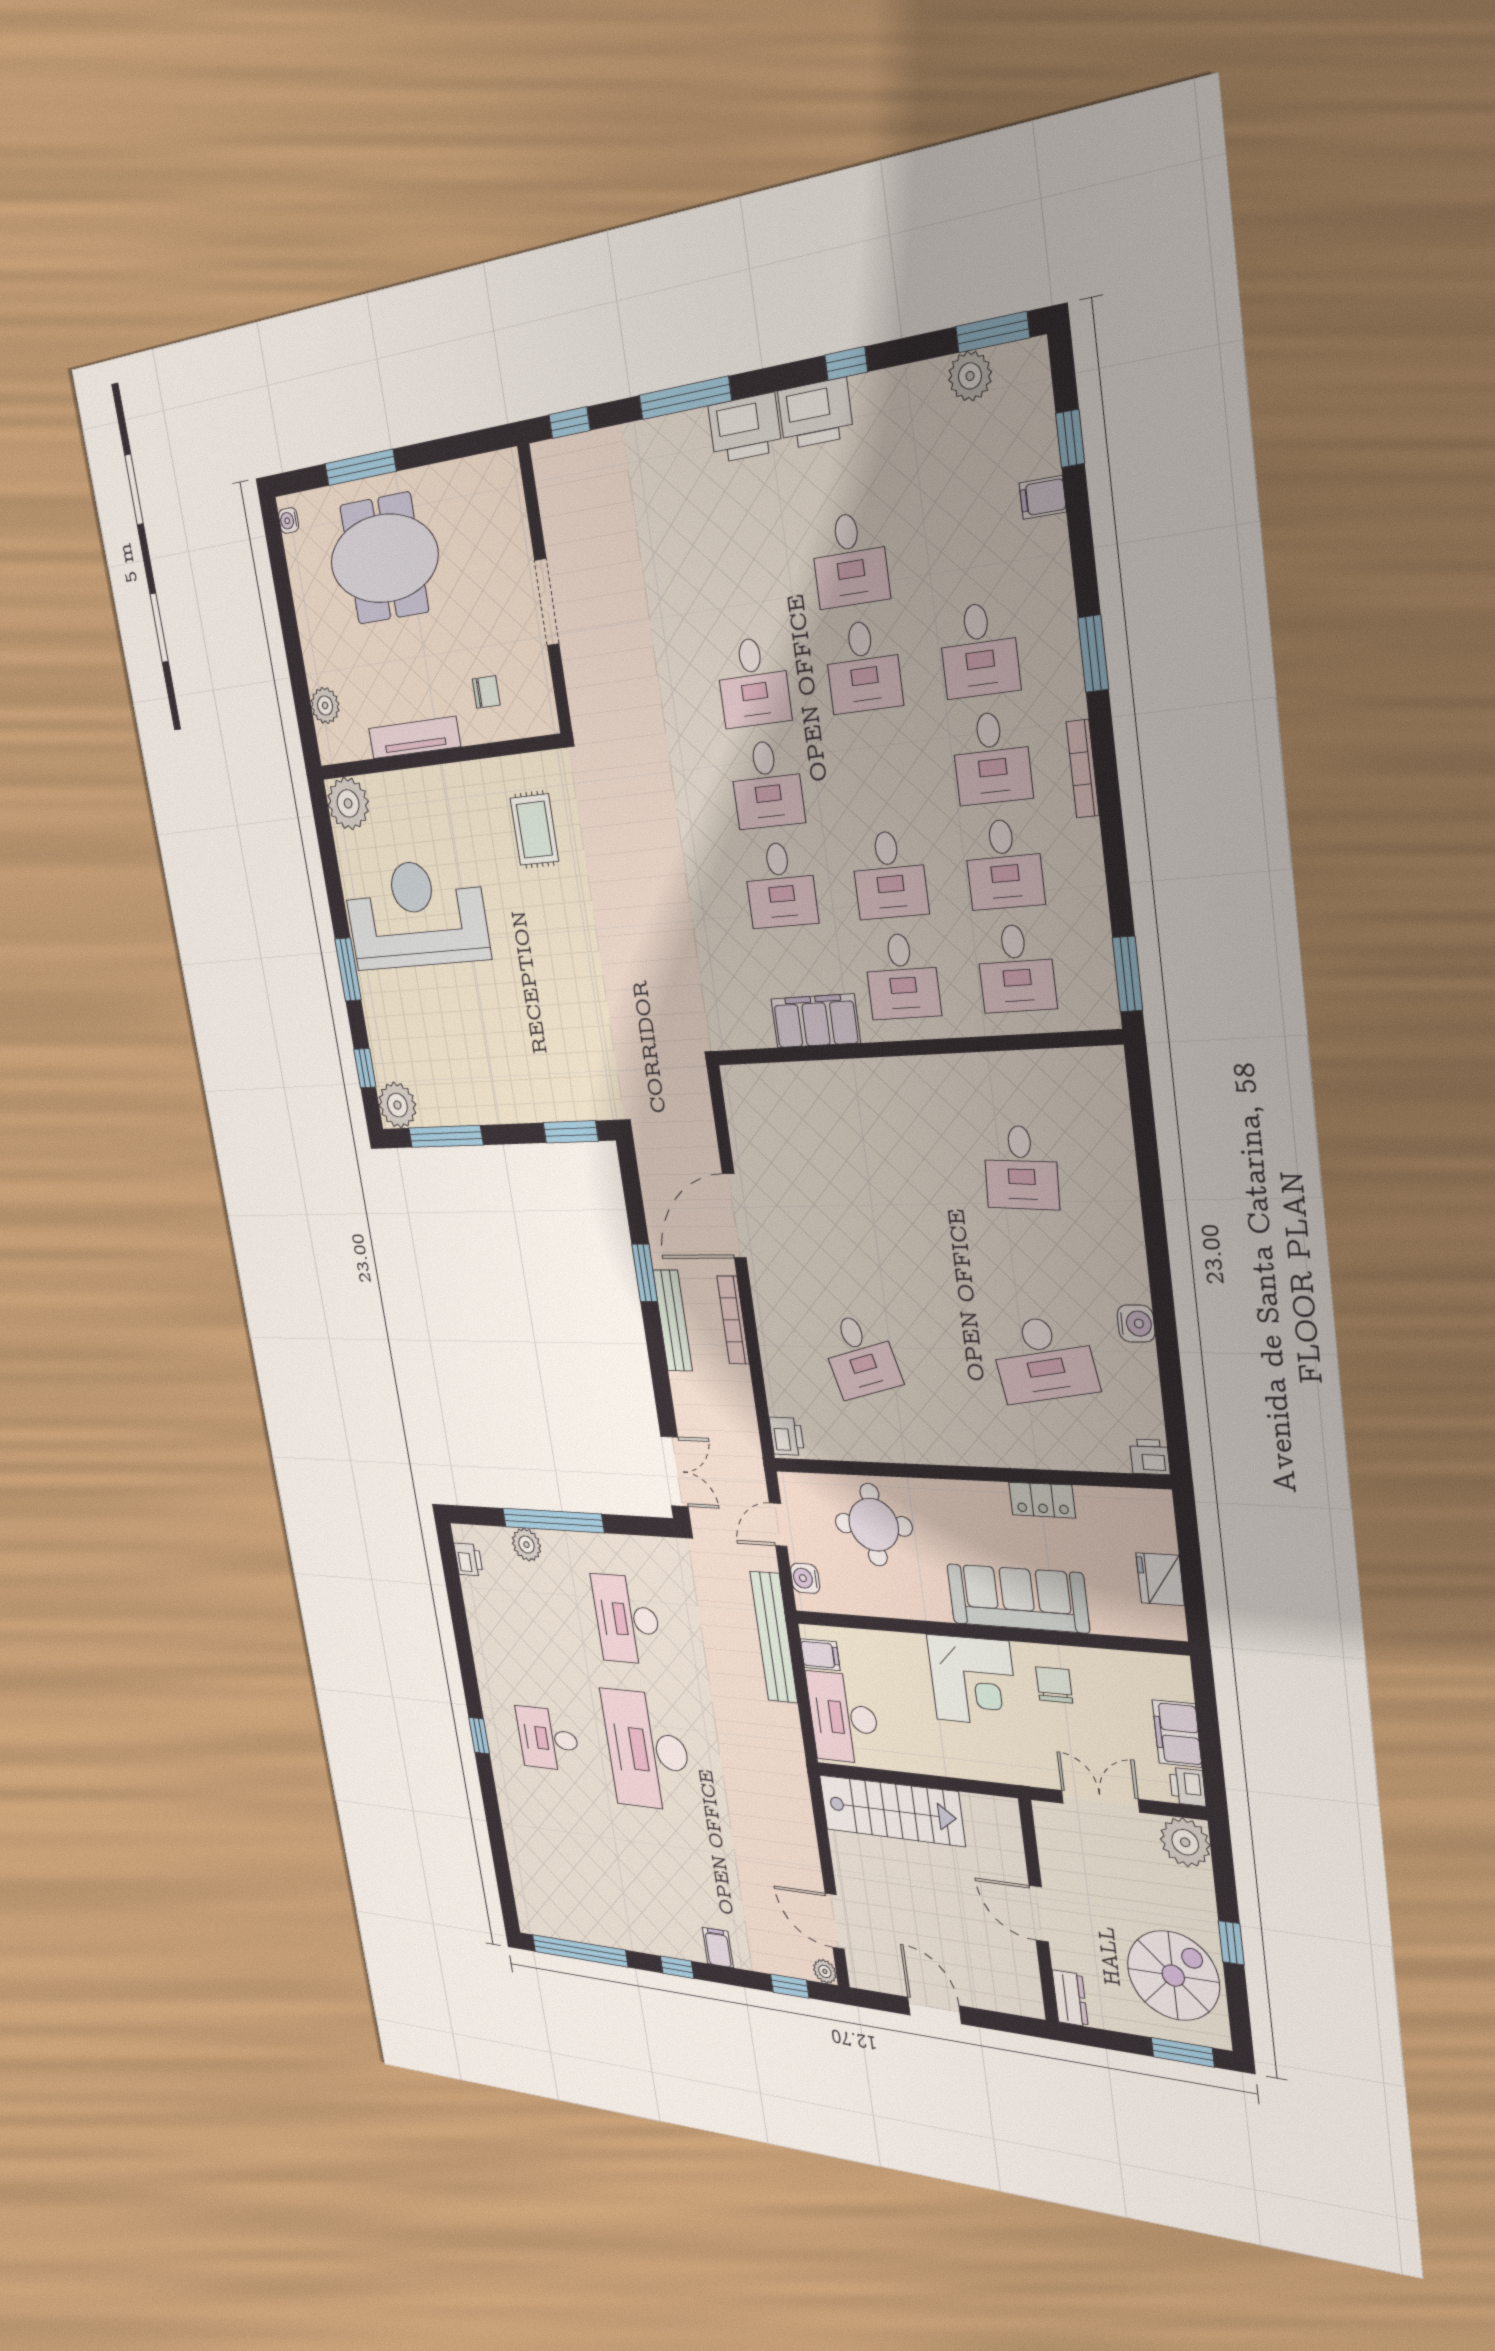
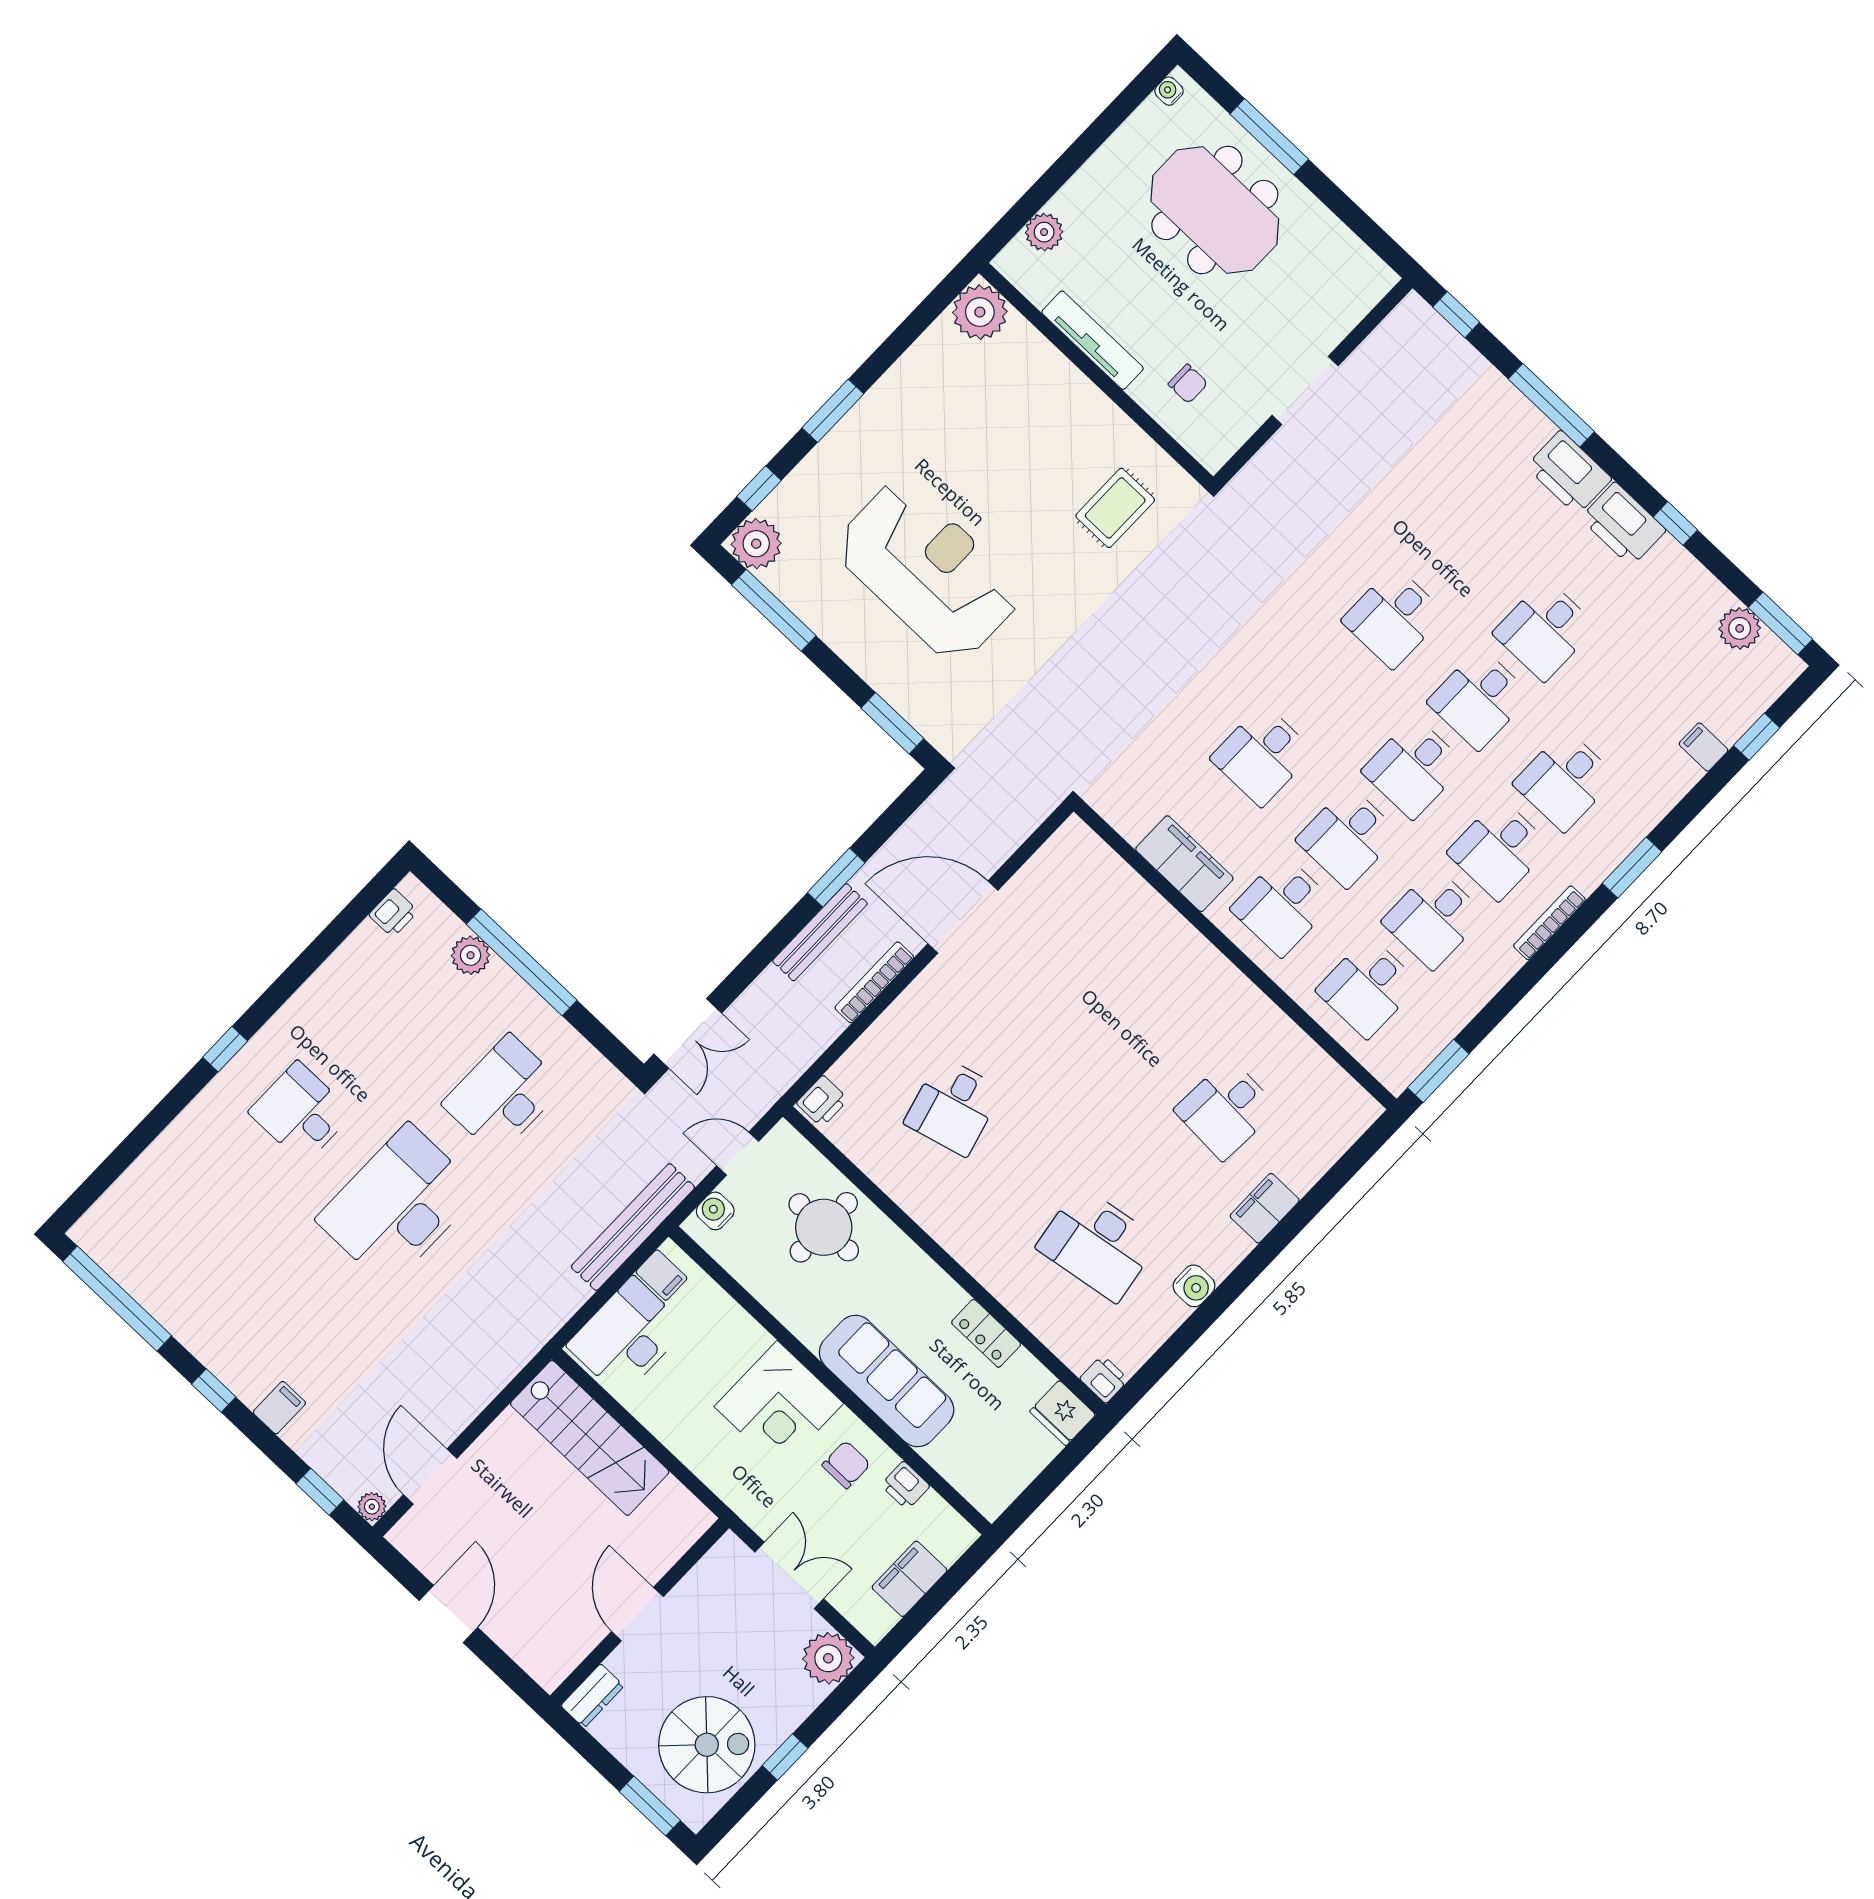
desk: (767, 784) -> (1414, 768), moved
reception desk: (416, 914) -> (928, 571), moved
filing cabinet: (1122, 1213) -> (1265, 1208), added
fridge: (1160, 1579) -> (1063, 1413), moved, turned -90
printer: (1188, 1787) -> (905, 1486), moved, turned -90

